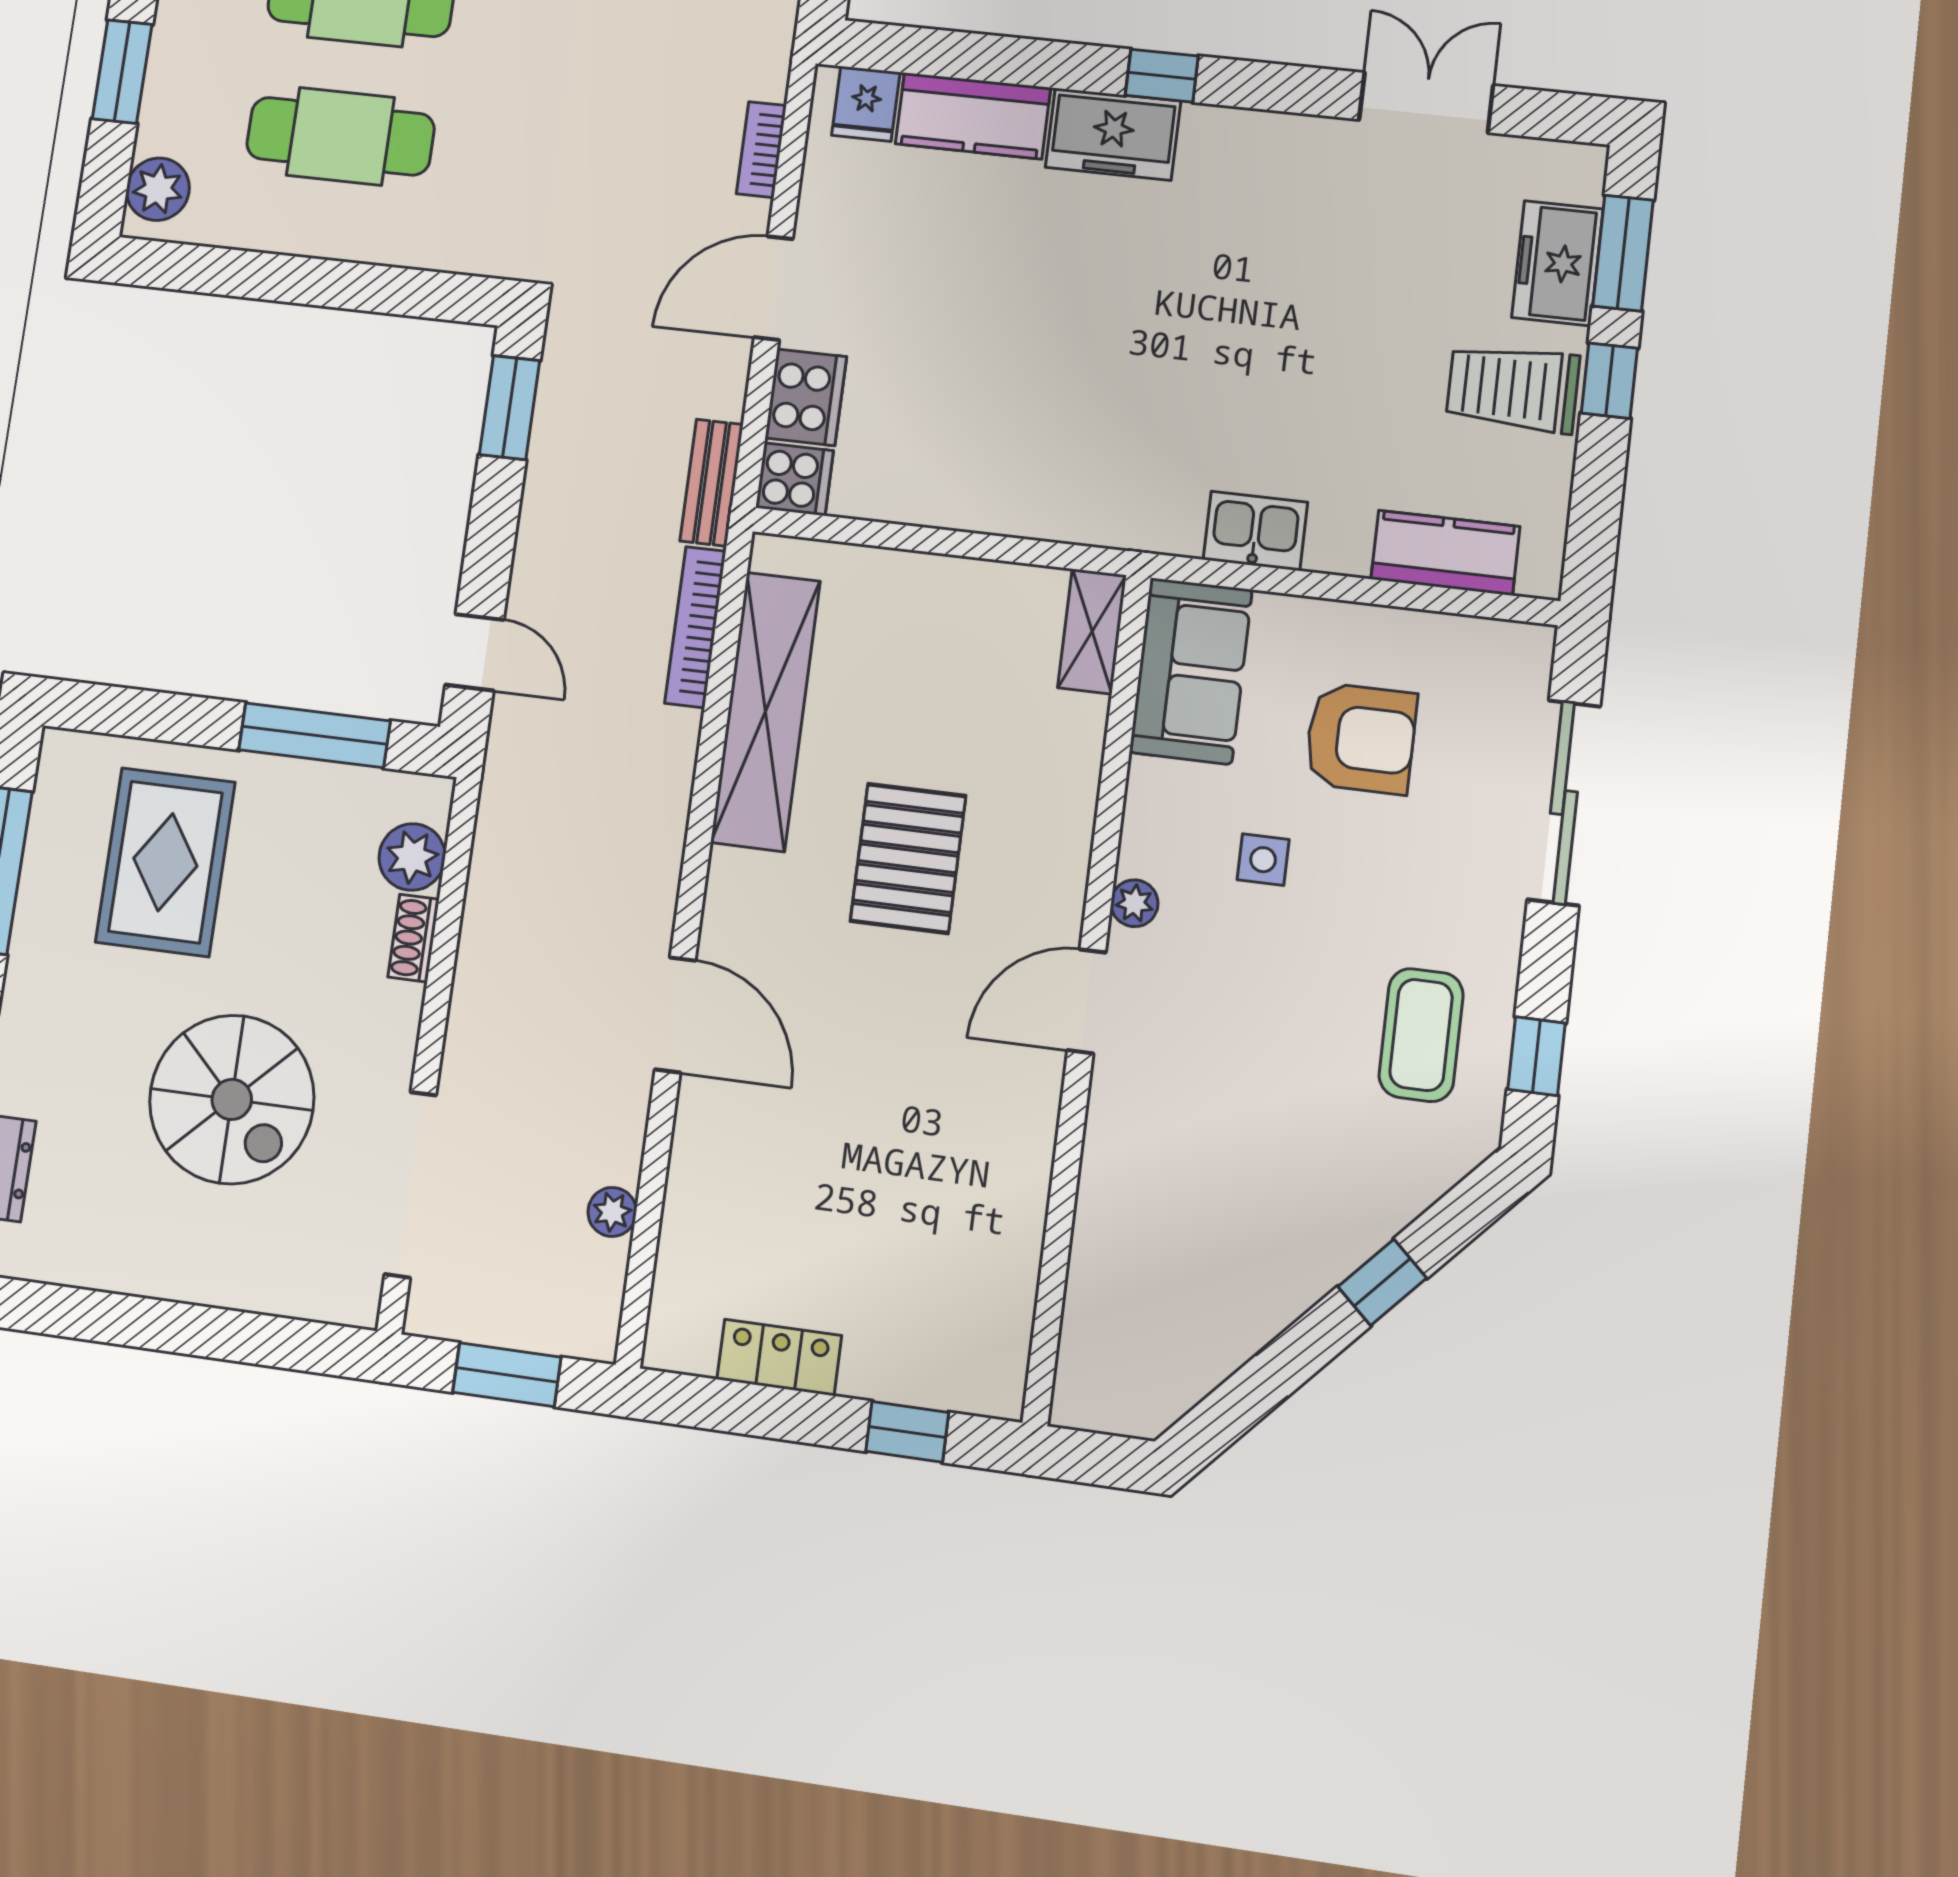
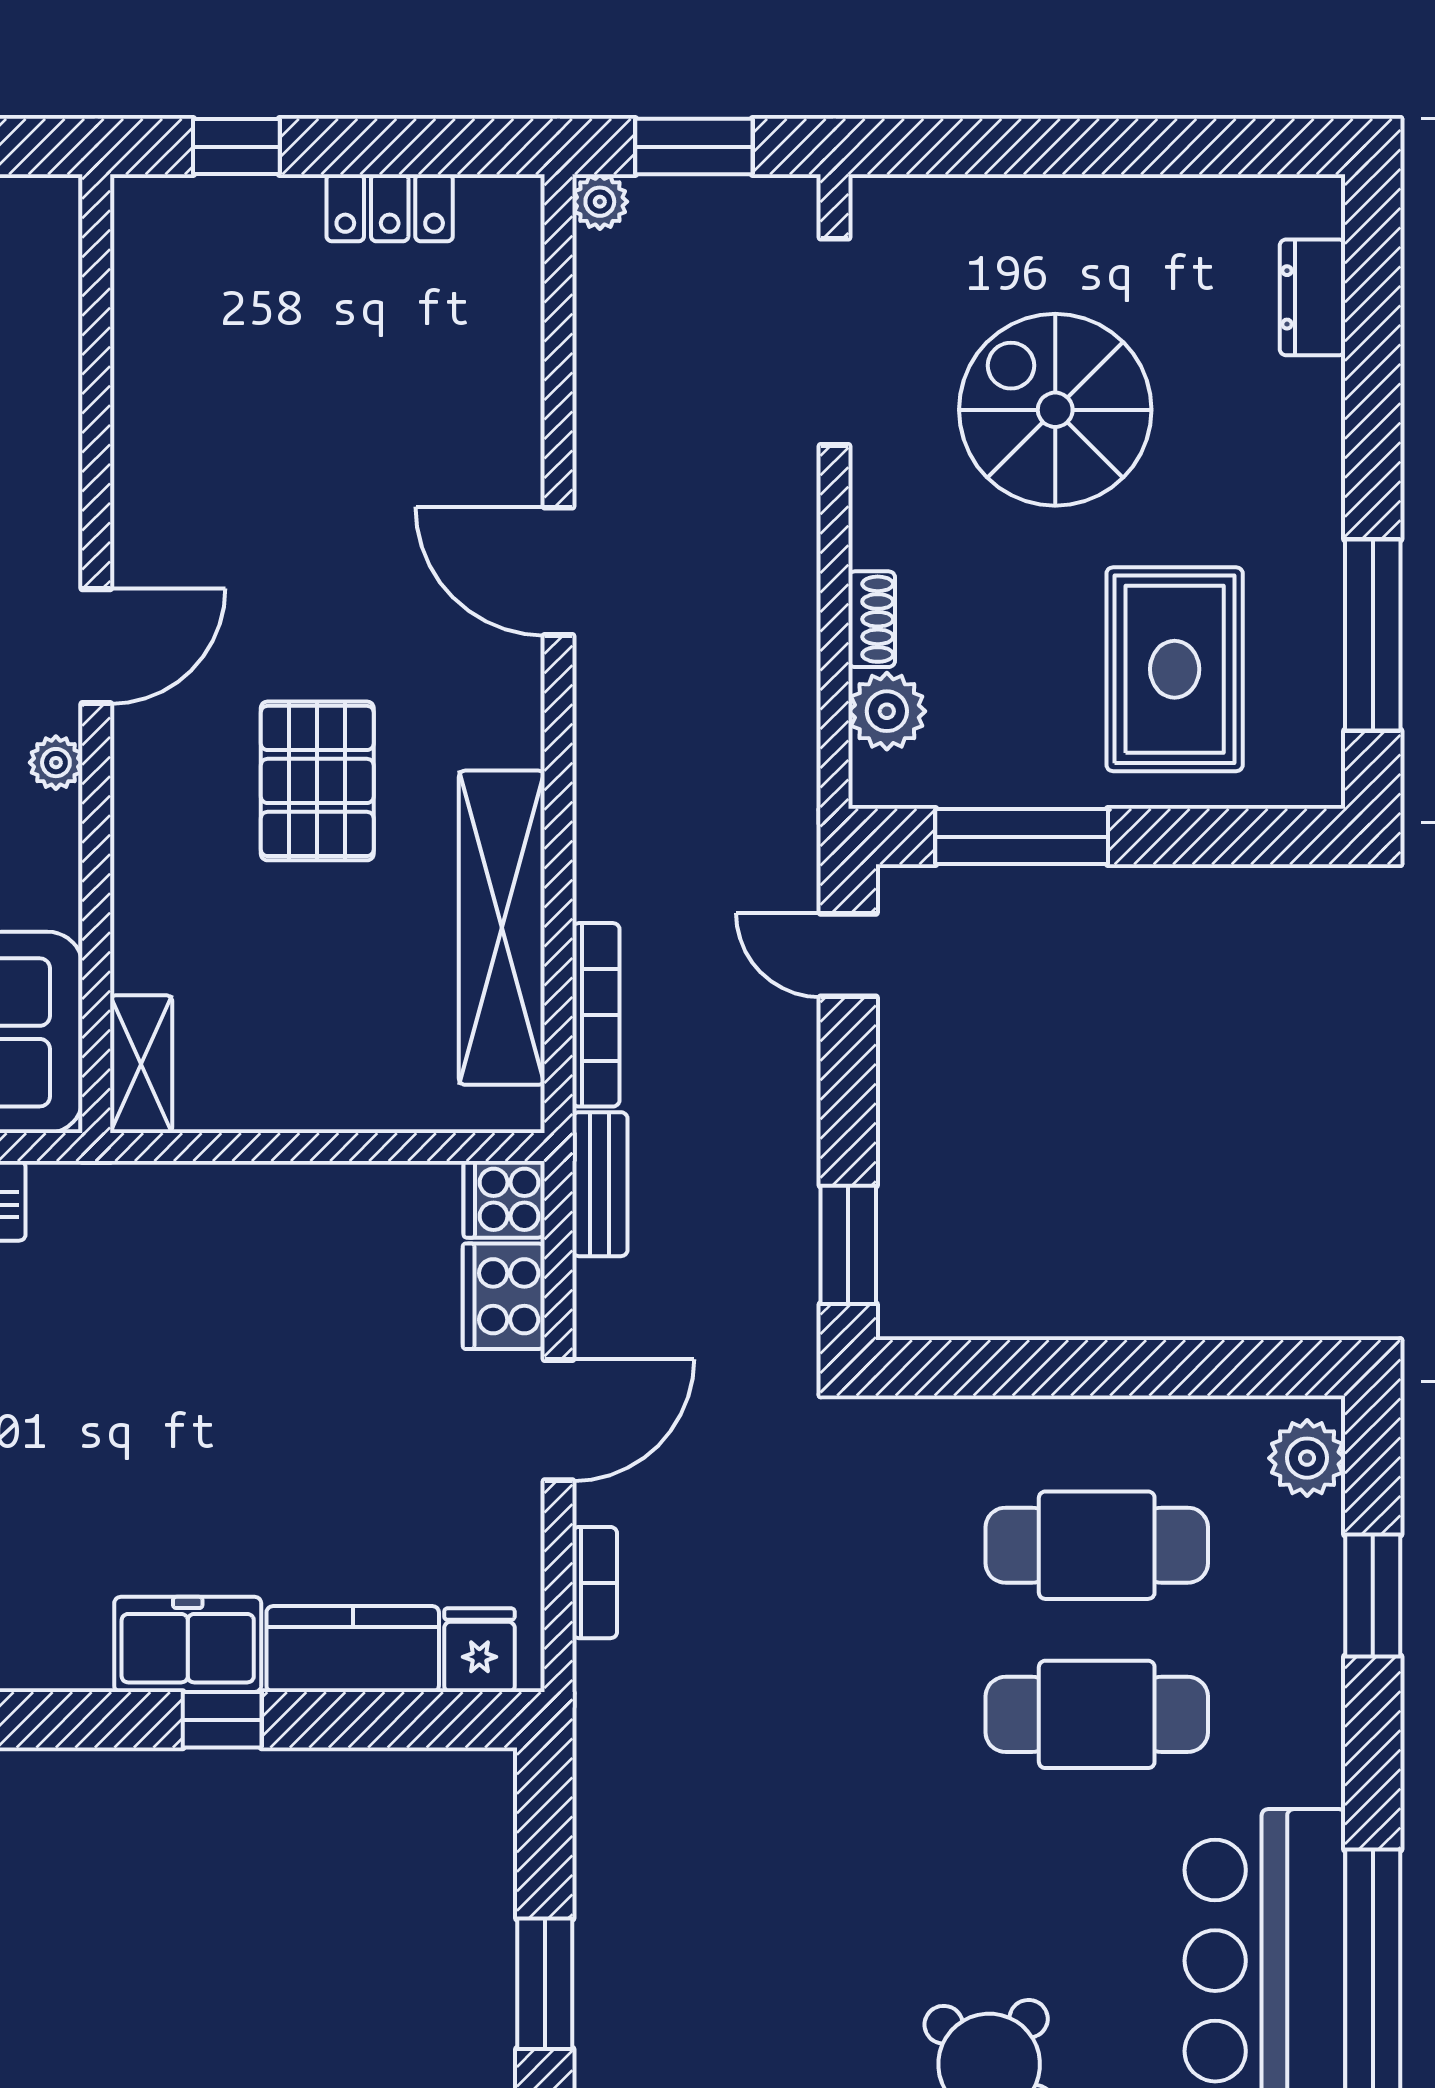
window: (1162, 76) -> (222, 1720), moved
plant: (612, 1212) -> (600, 202), moved

